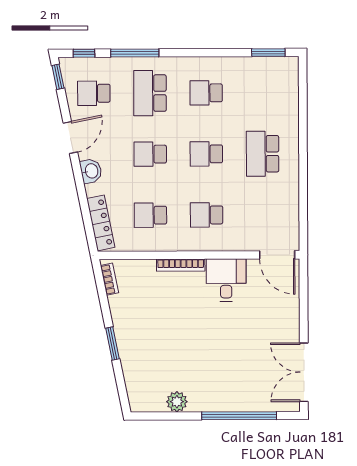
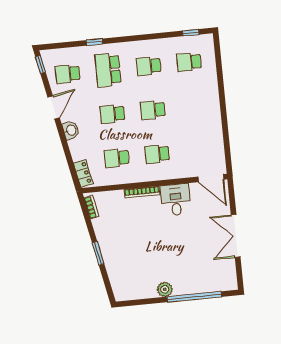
window: (84, 53) -> (58, 46), removed
window: (135, 53) -> (94, 42), width x0.46
window: (268, 53) -> (191, 33), width x0.67
school desk: (263, 154) -> (189, 62), moved, width x0.54
locker: (101, 223) -> (83, 173), width x0.66
double door: (304, 372) -> (236, 236), moved
plant: (177, 402) -> (165, 289), moved

